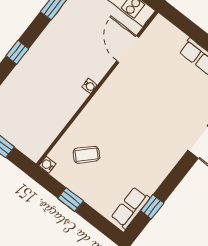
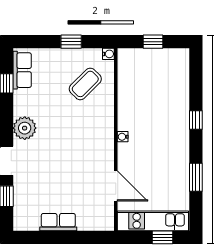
coffee table: (86, 155) -> (85, 84), width x1.36, depth x1.30
plant: (166, 158) -> (25, 128), added

